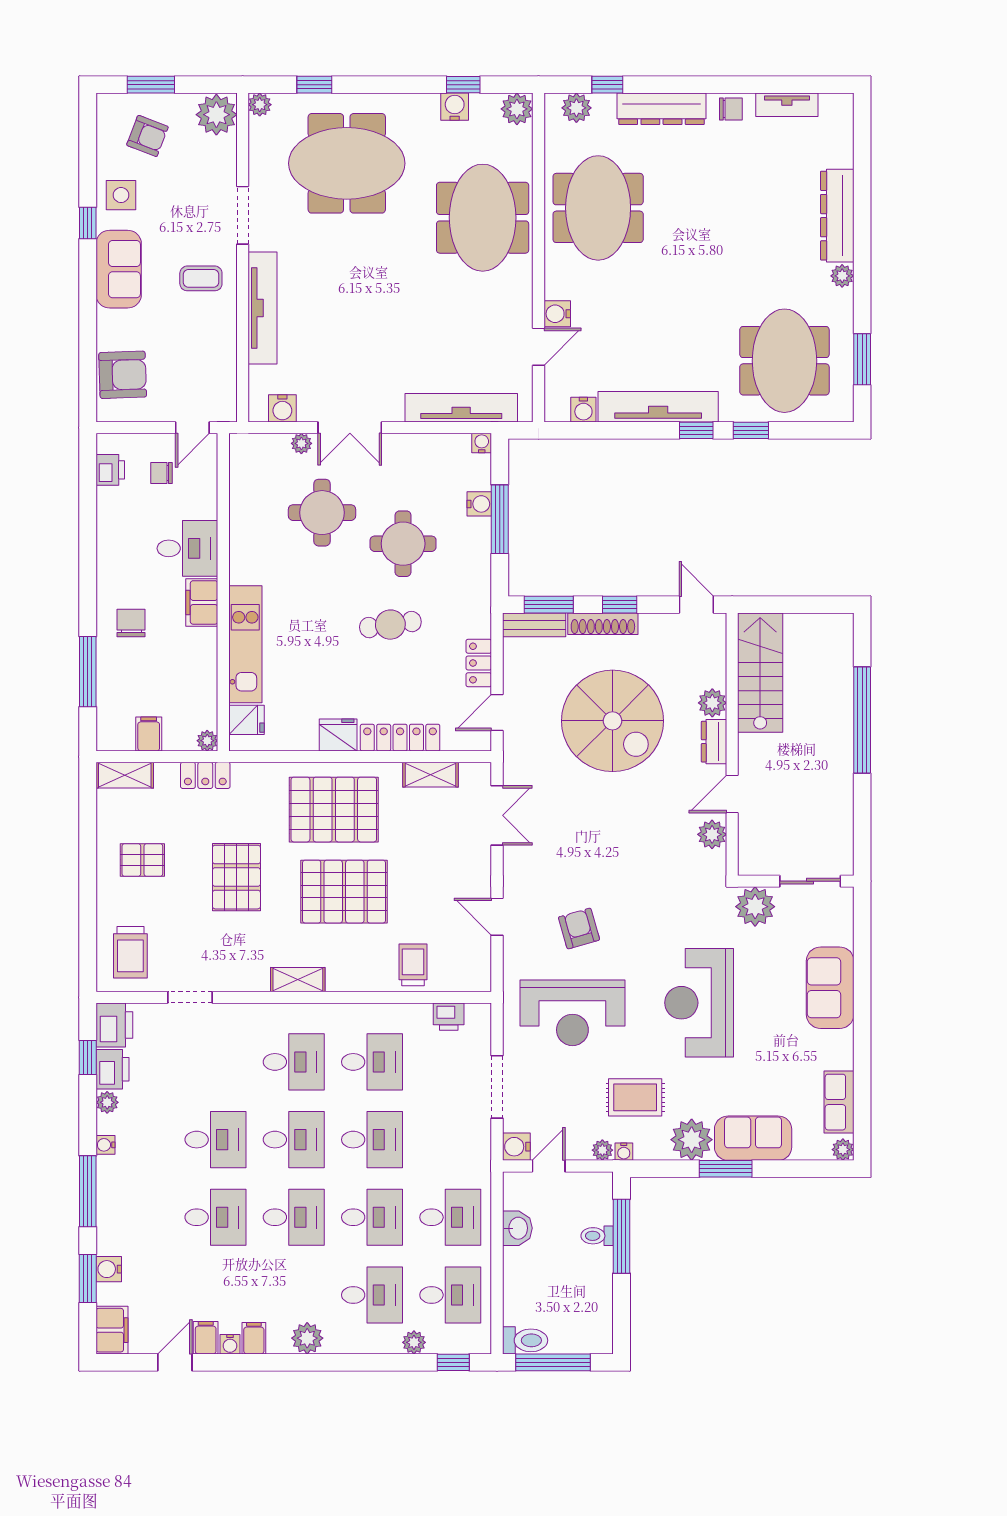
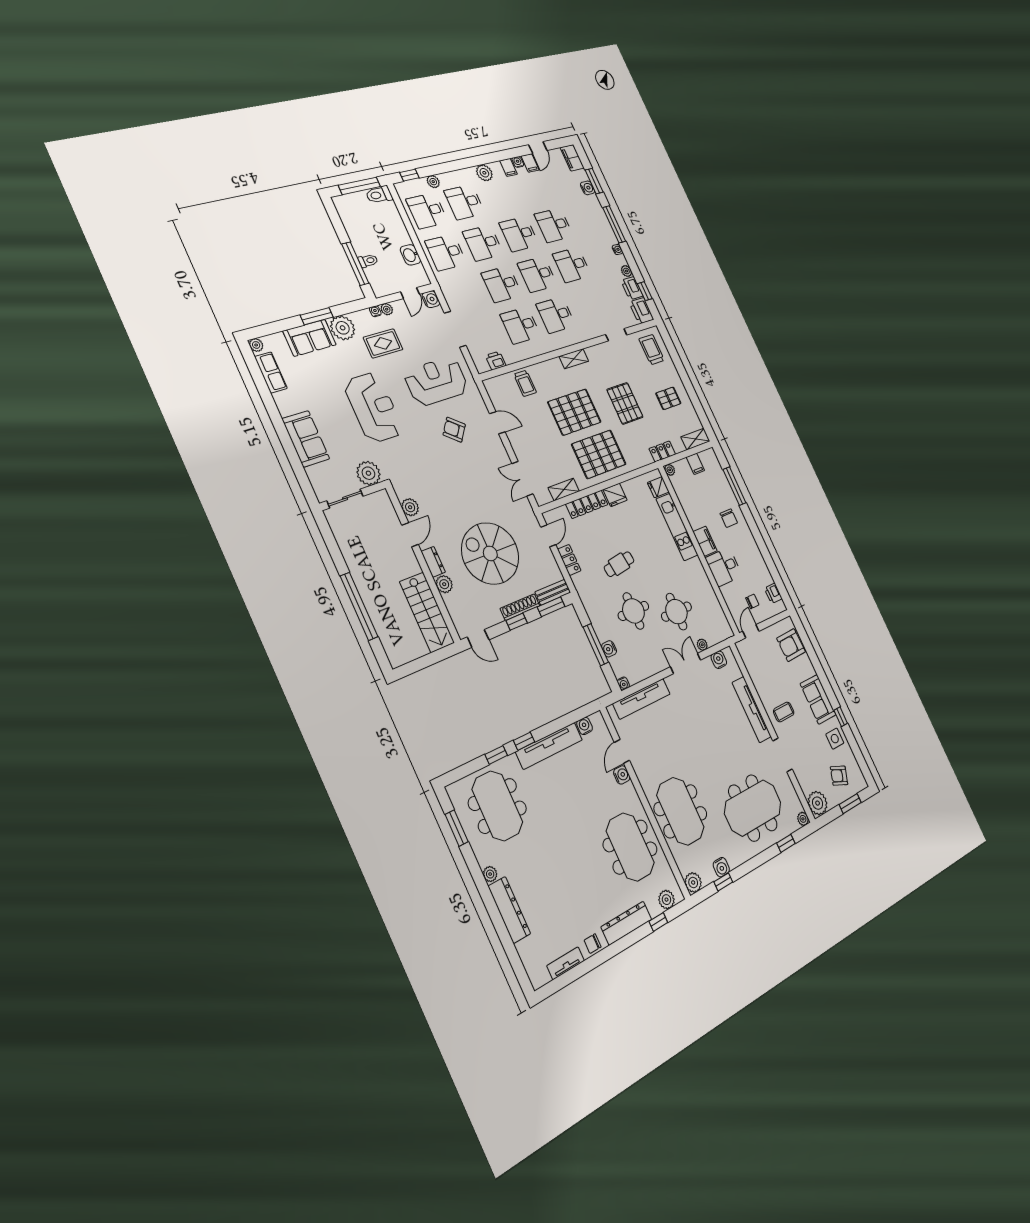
armchair: (579, 928) -> (454, 430), turned 145

